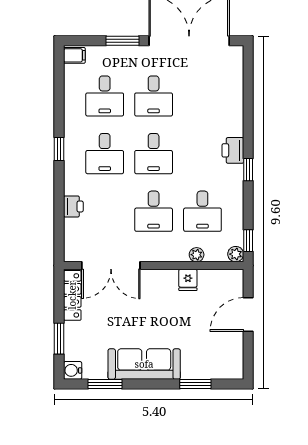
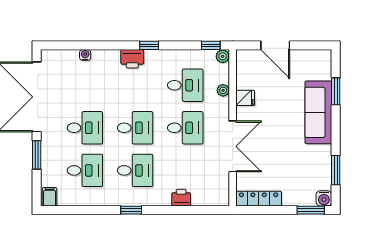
water cooler: (237, 96) -> (85, 55), added
double door: (111, 266) -> (233, 146), moved
window: (59, 339) -> (311, 210), moved
sofa: (144, 364) -> (318, 112), moved

